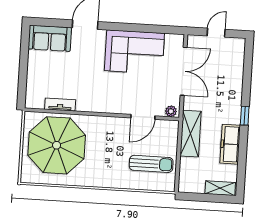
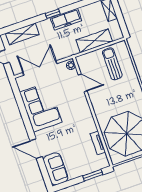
shelving: (235, 67) -> (22, 34), added
window: (23, 81) -> (93, 175), added
shelving: (191, 134) -> (94, 41), moved
freezer: (230, 144) -> (66, 19), moved

